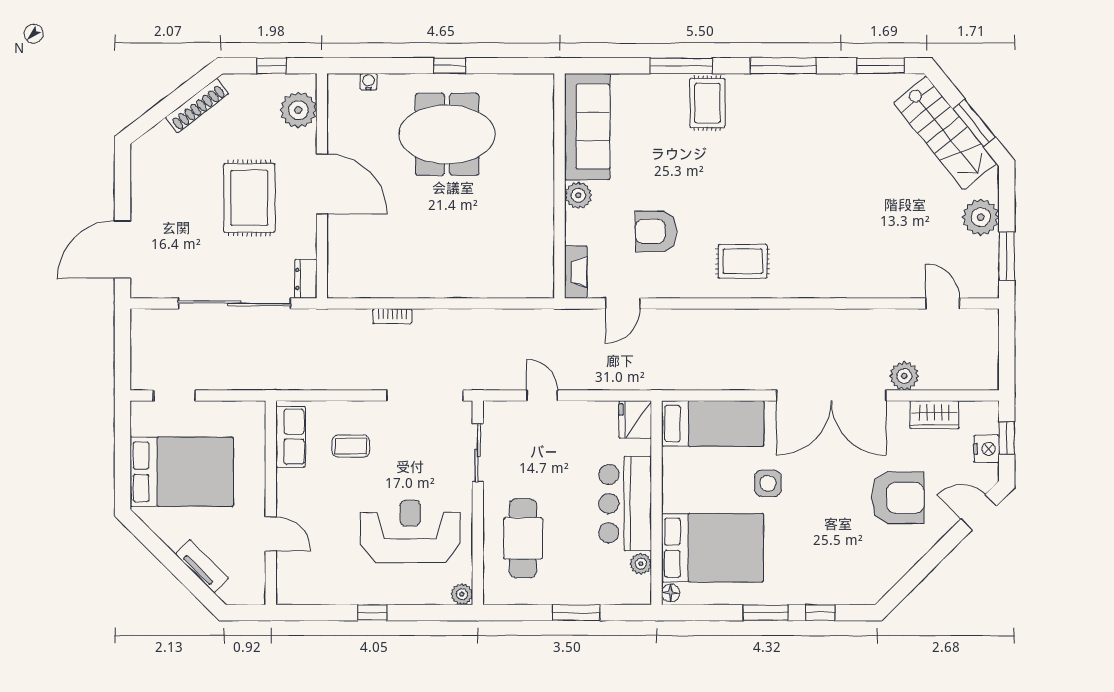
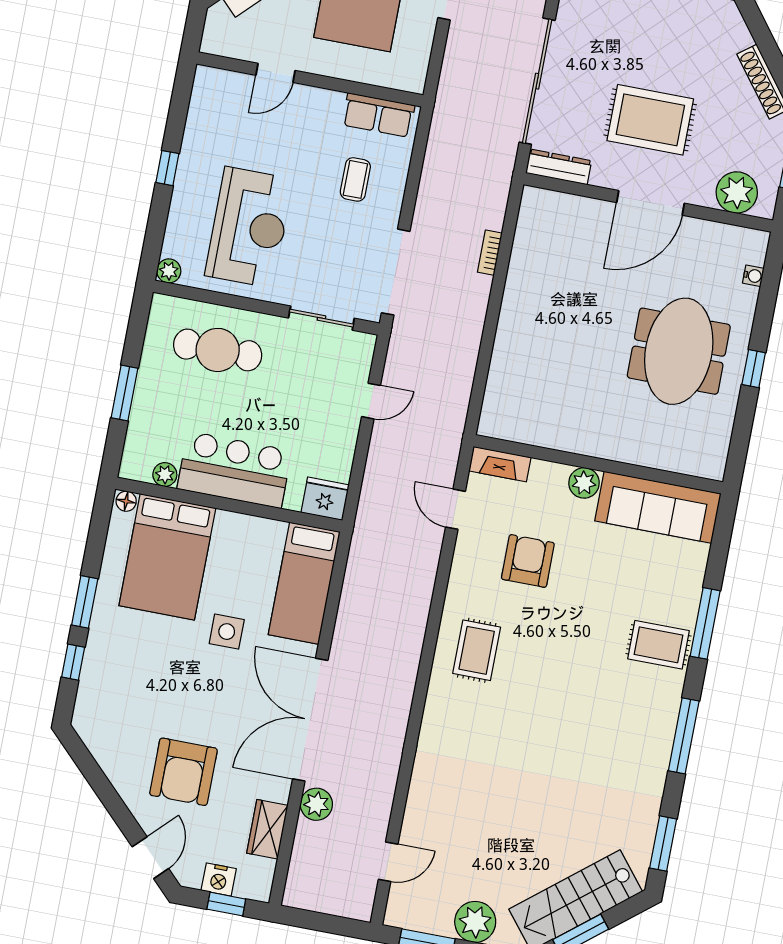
dresser: (306, 279) -> (559, 167), width x1.44

